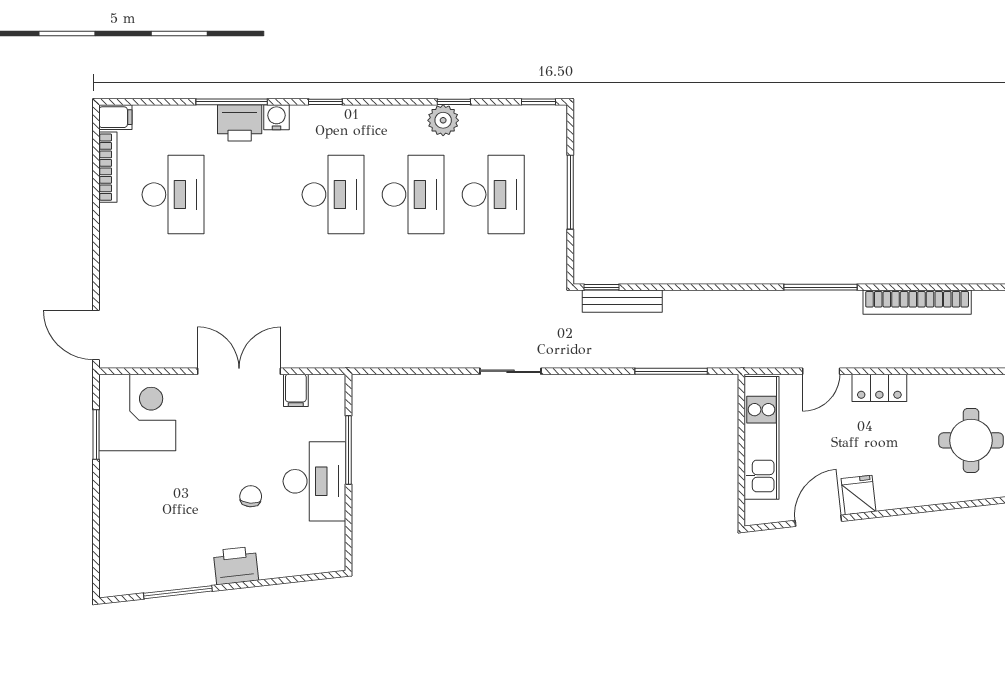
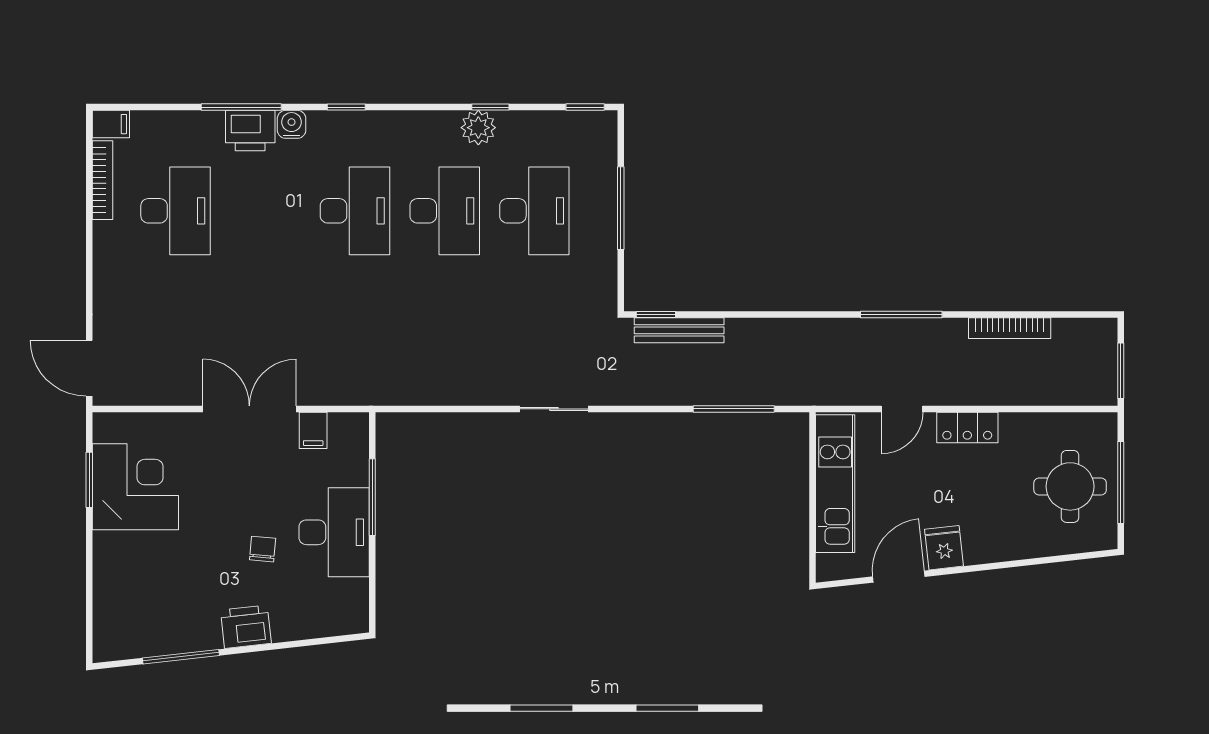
bookcase: (917, 302) -> (1010, 328), width x0.68, depth x0.76
corner desk: (137, 413) -> (135, 487), moved

